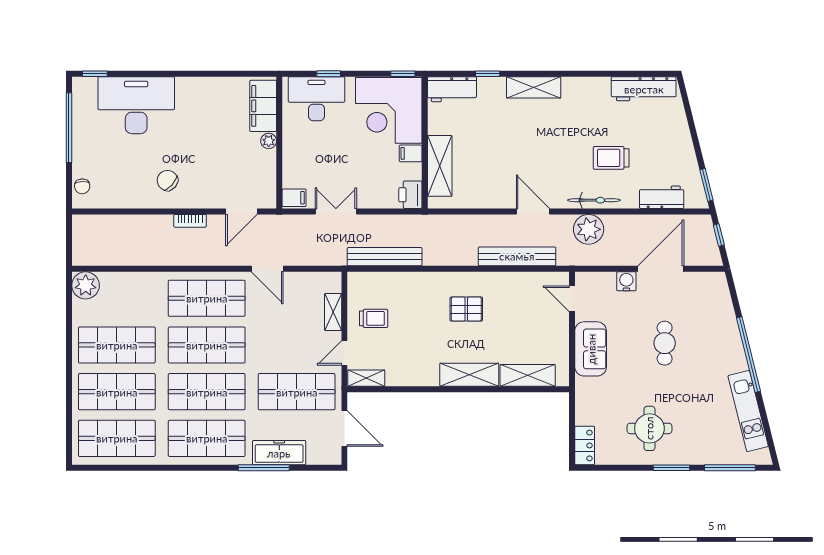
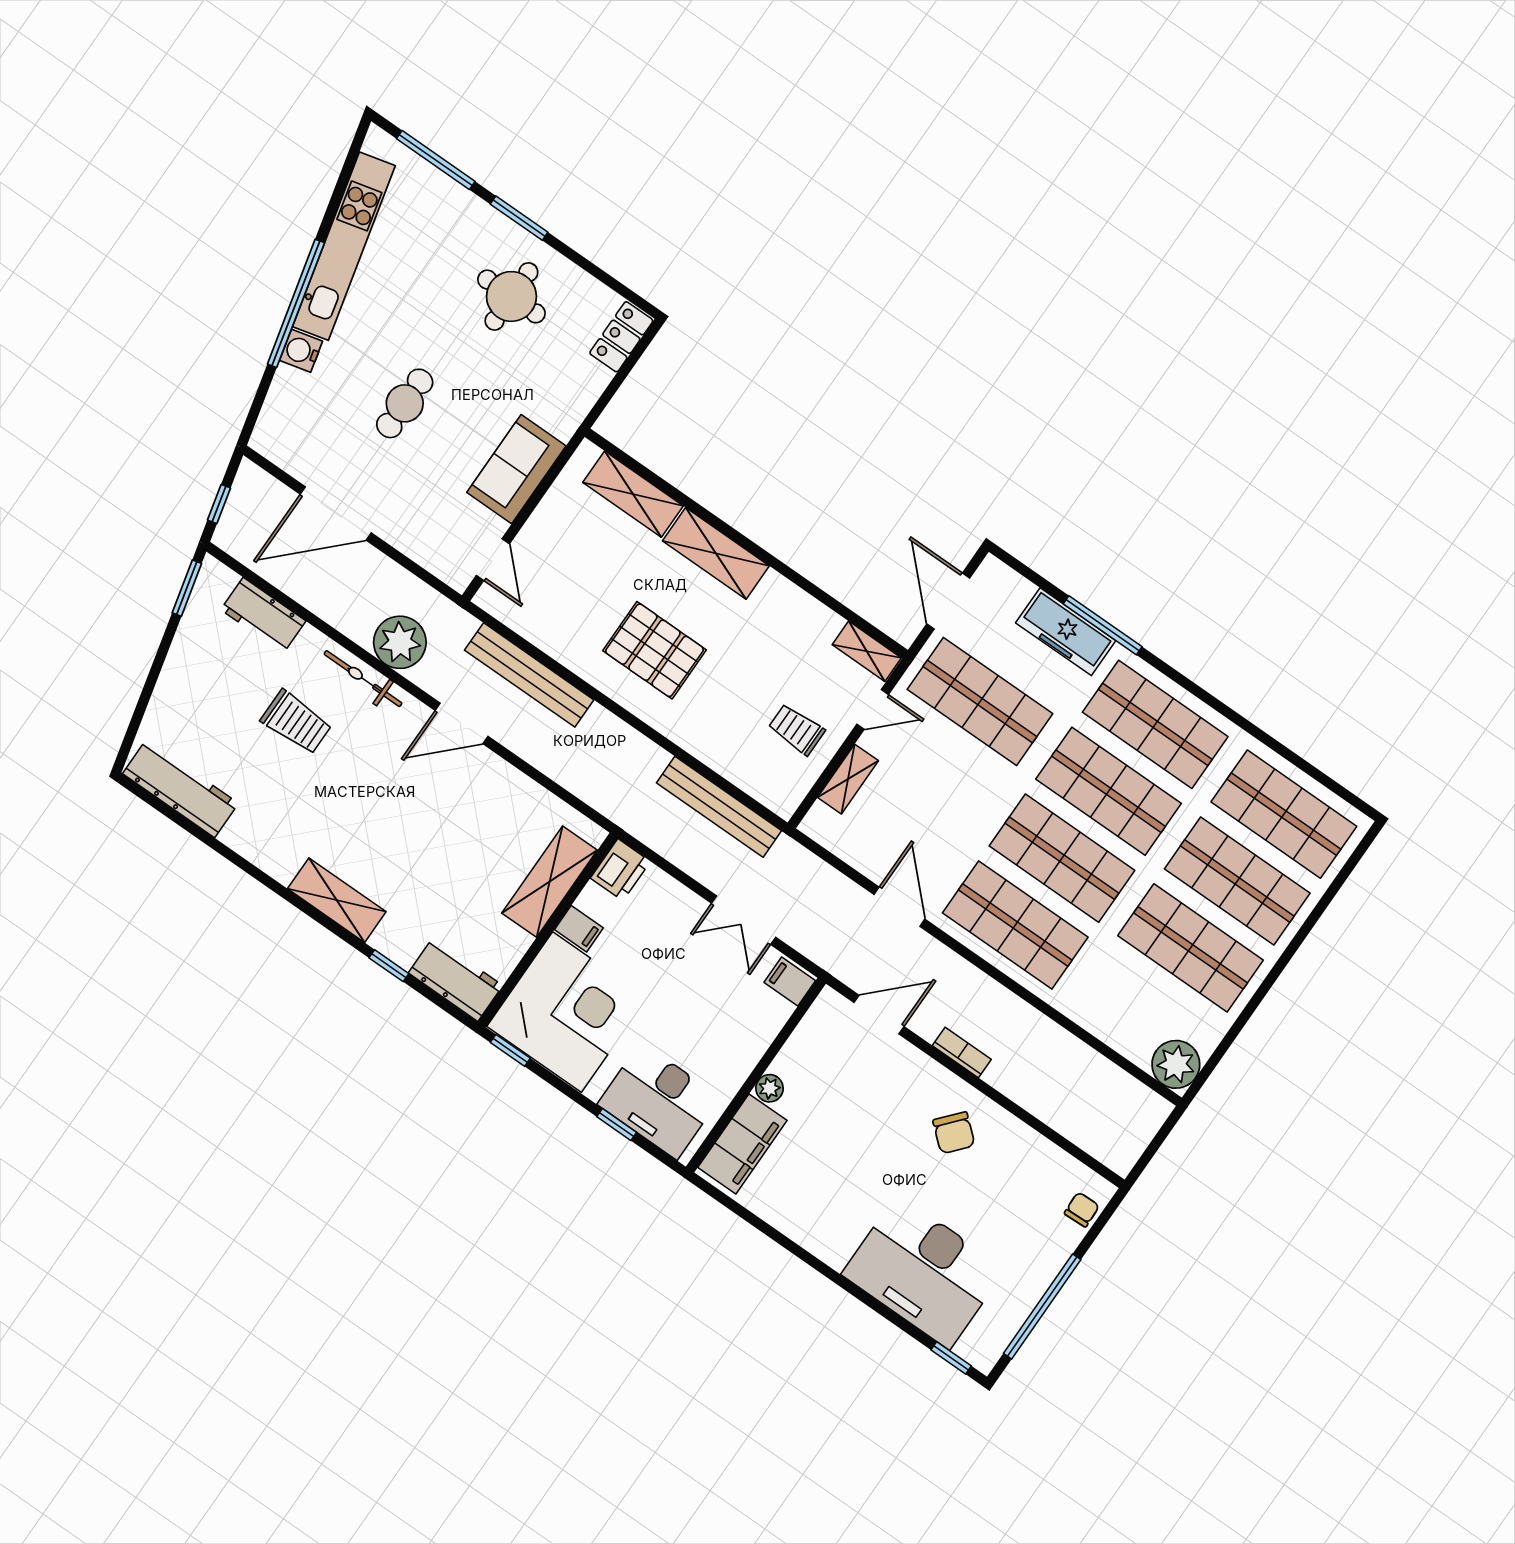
door: (533, 211) -> (462, 723), hinge flipped
water cooler: (626, 281) -> (301, 351), moved, turned 76
pallet: (466, 309) -> (654, 650), width x1.50, depth x1.42
kitchen unit: (748, 411) -> (344, 246), width x1.36

